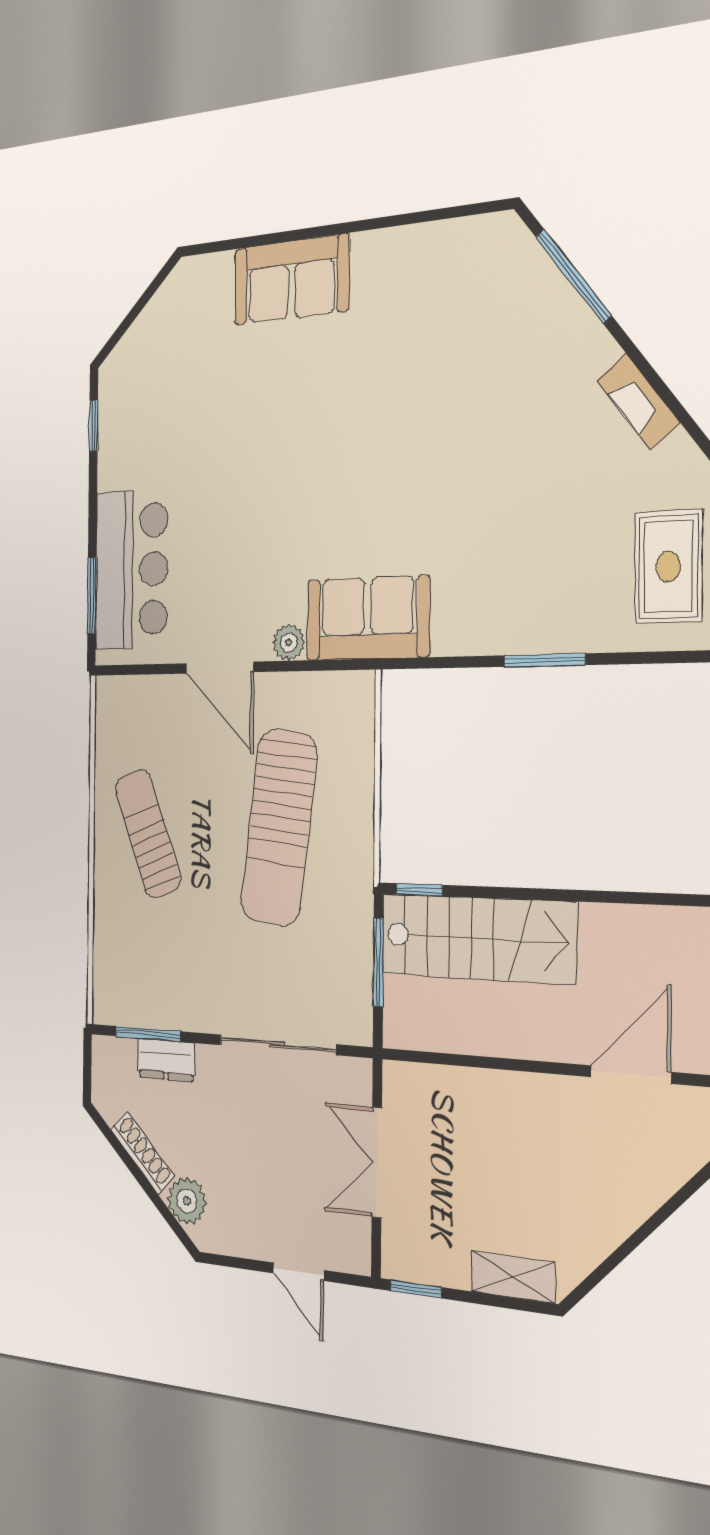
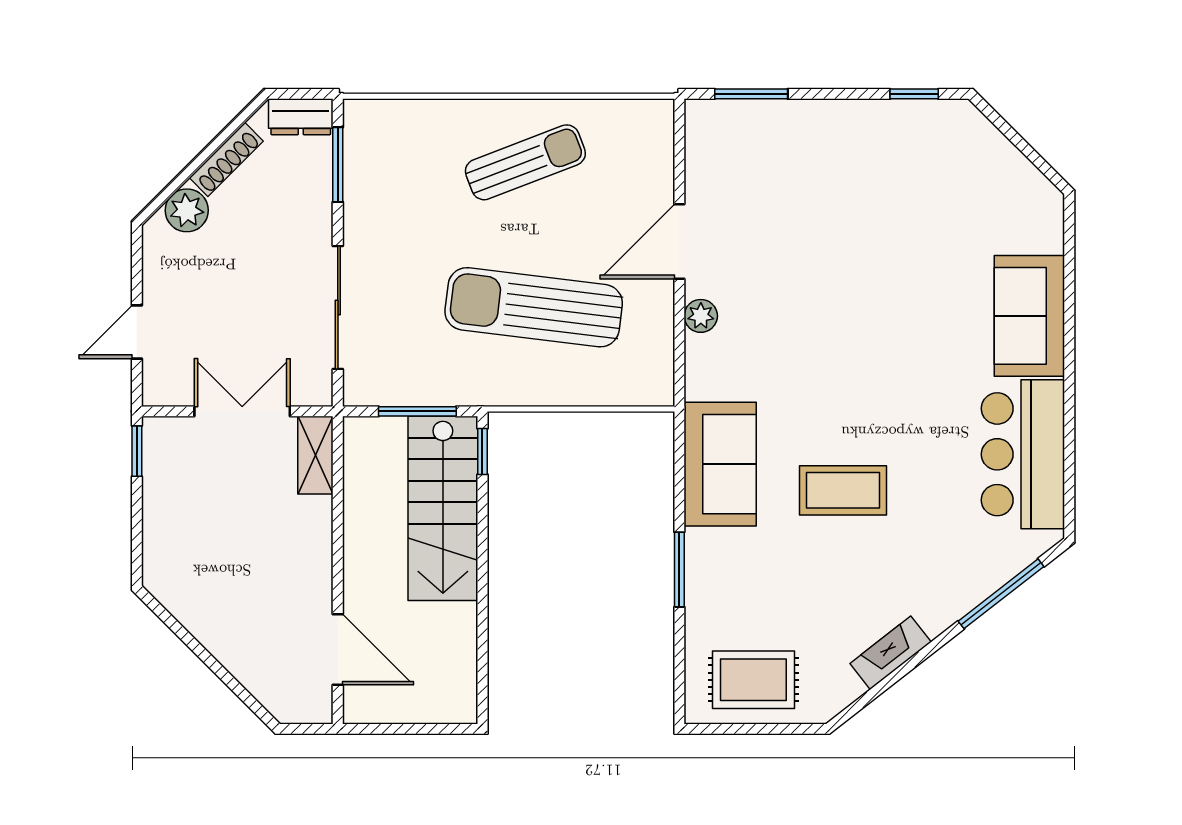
coffee table: (462, 472) -> (843, 490), added
bar counter: (131, 570) -> (1023, 454), moved, turned 90
sofa: (368, 618) -> (720, 464), moved
dresser: (166, 1060) -> (301, 117), moved, turned -90
shelving: (513, 1277) -> (315, 455), moved

